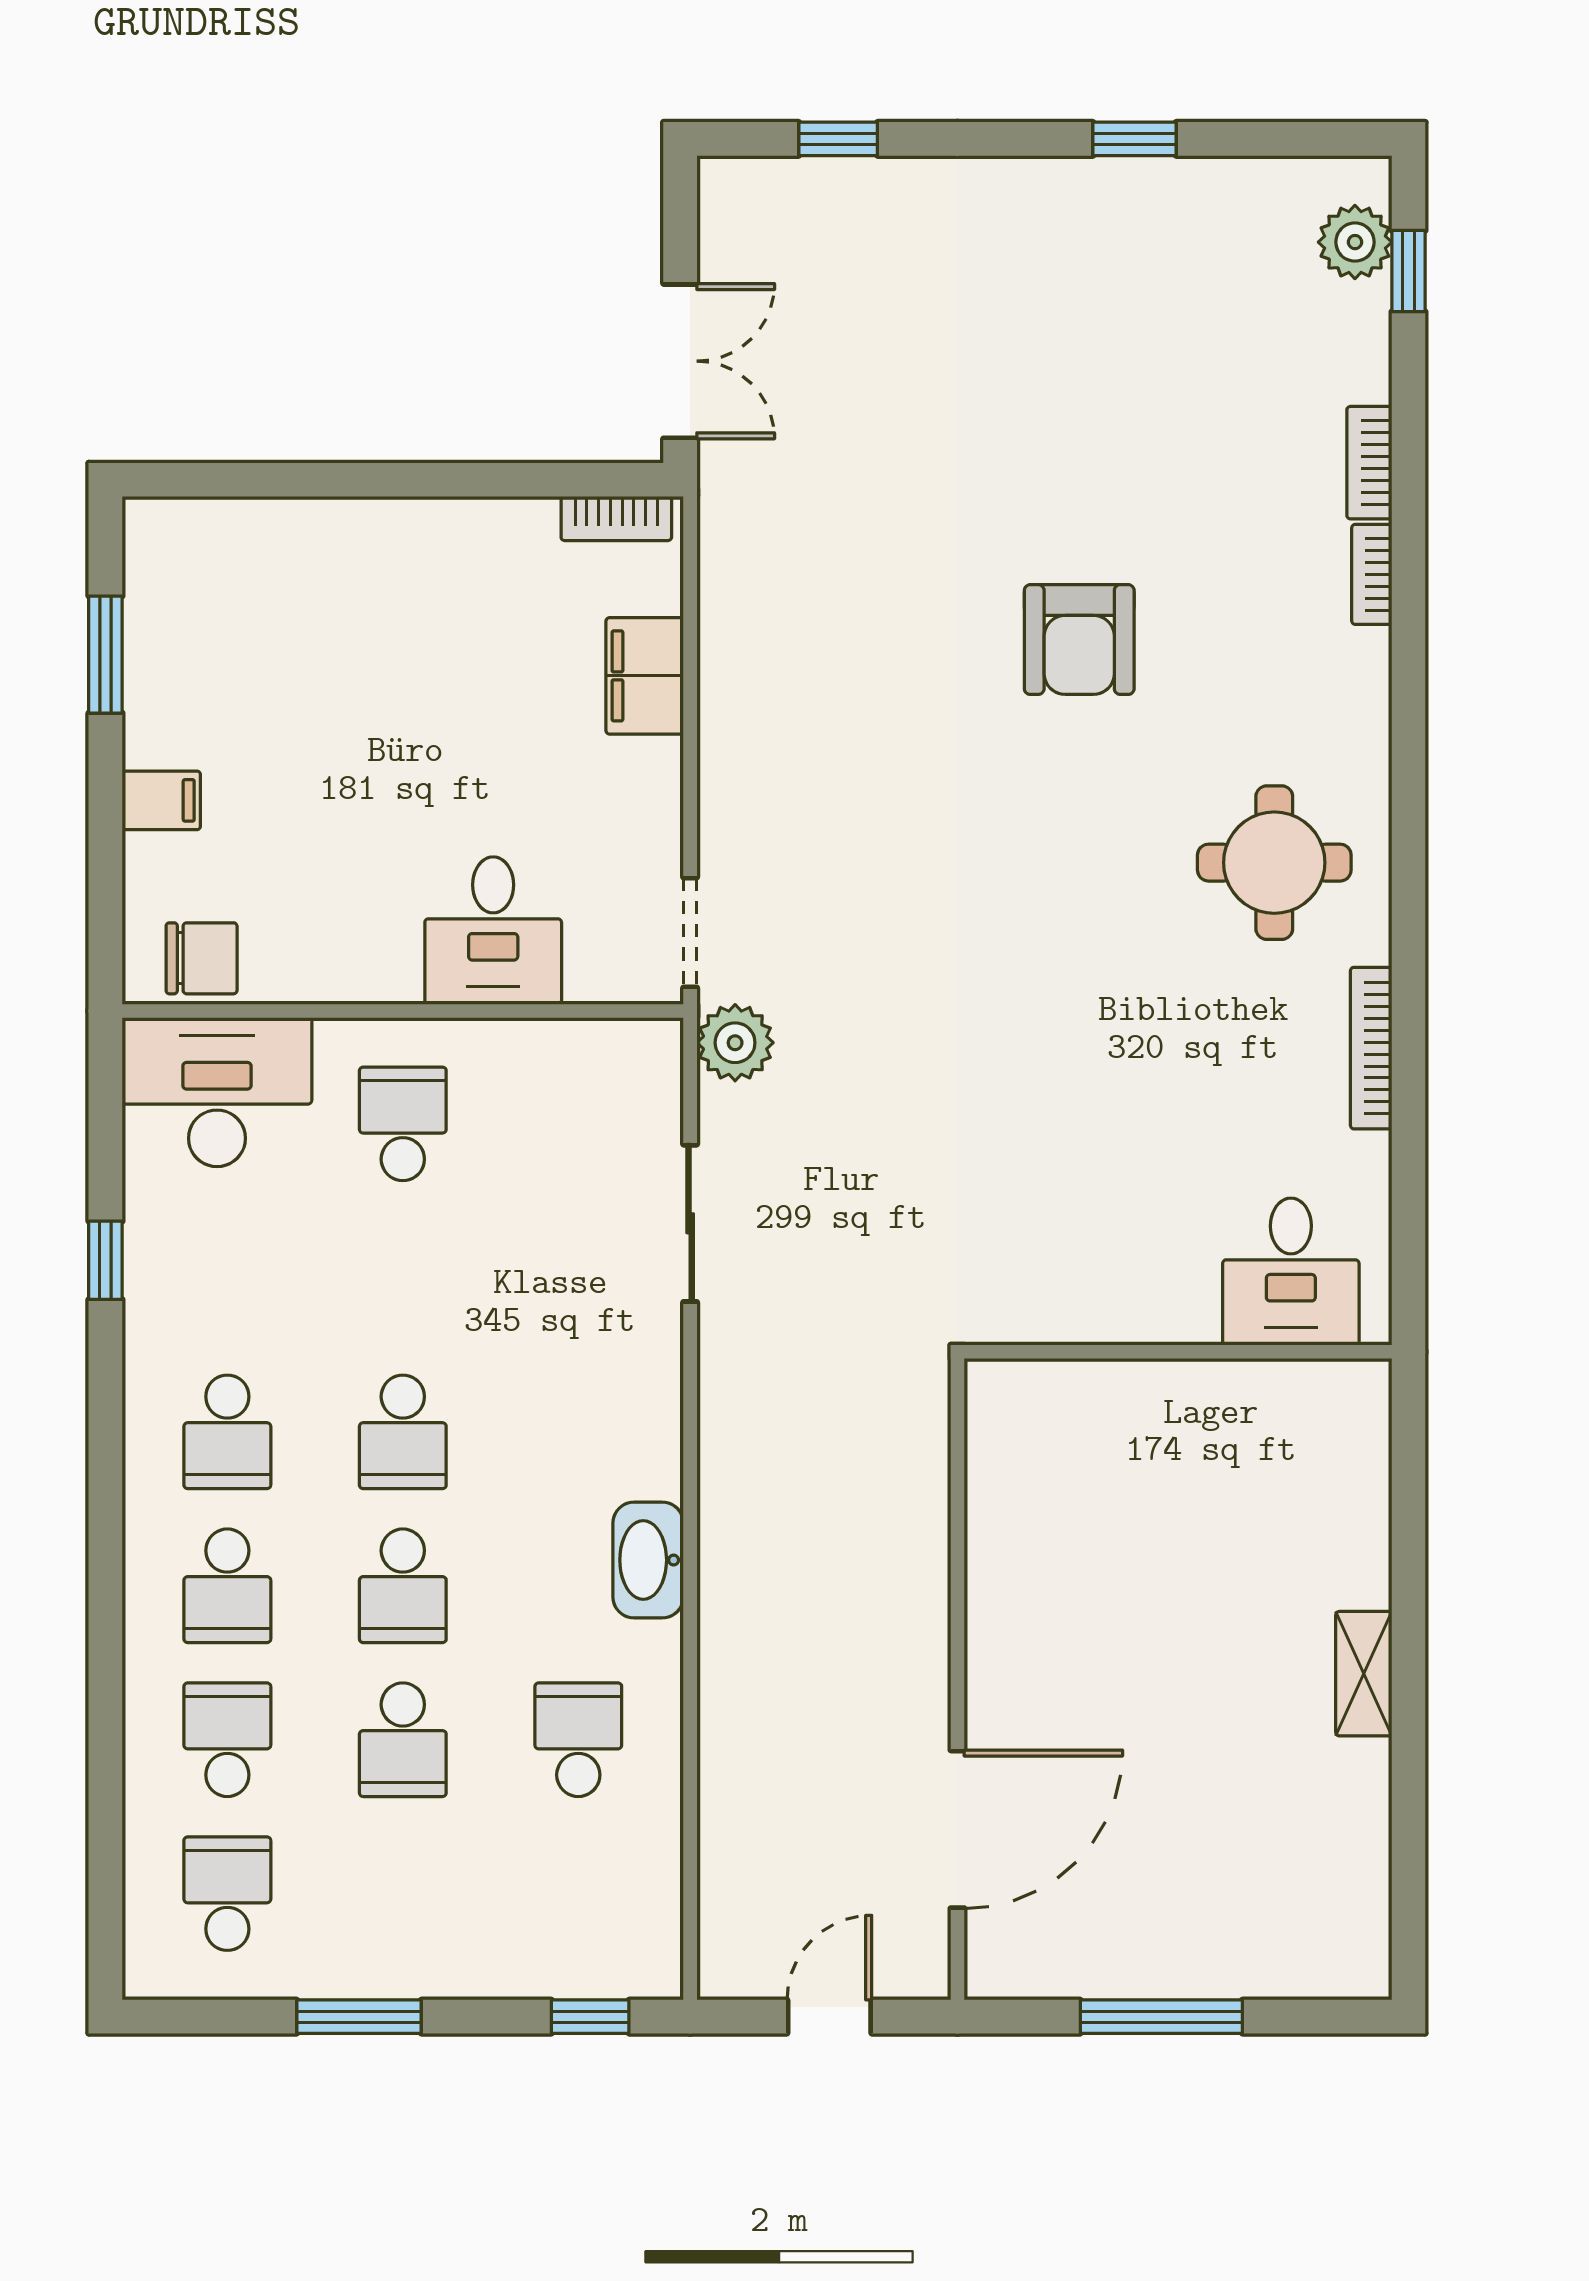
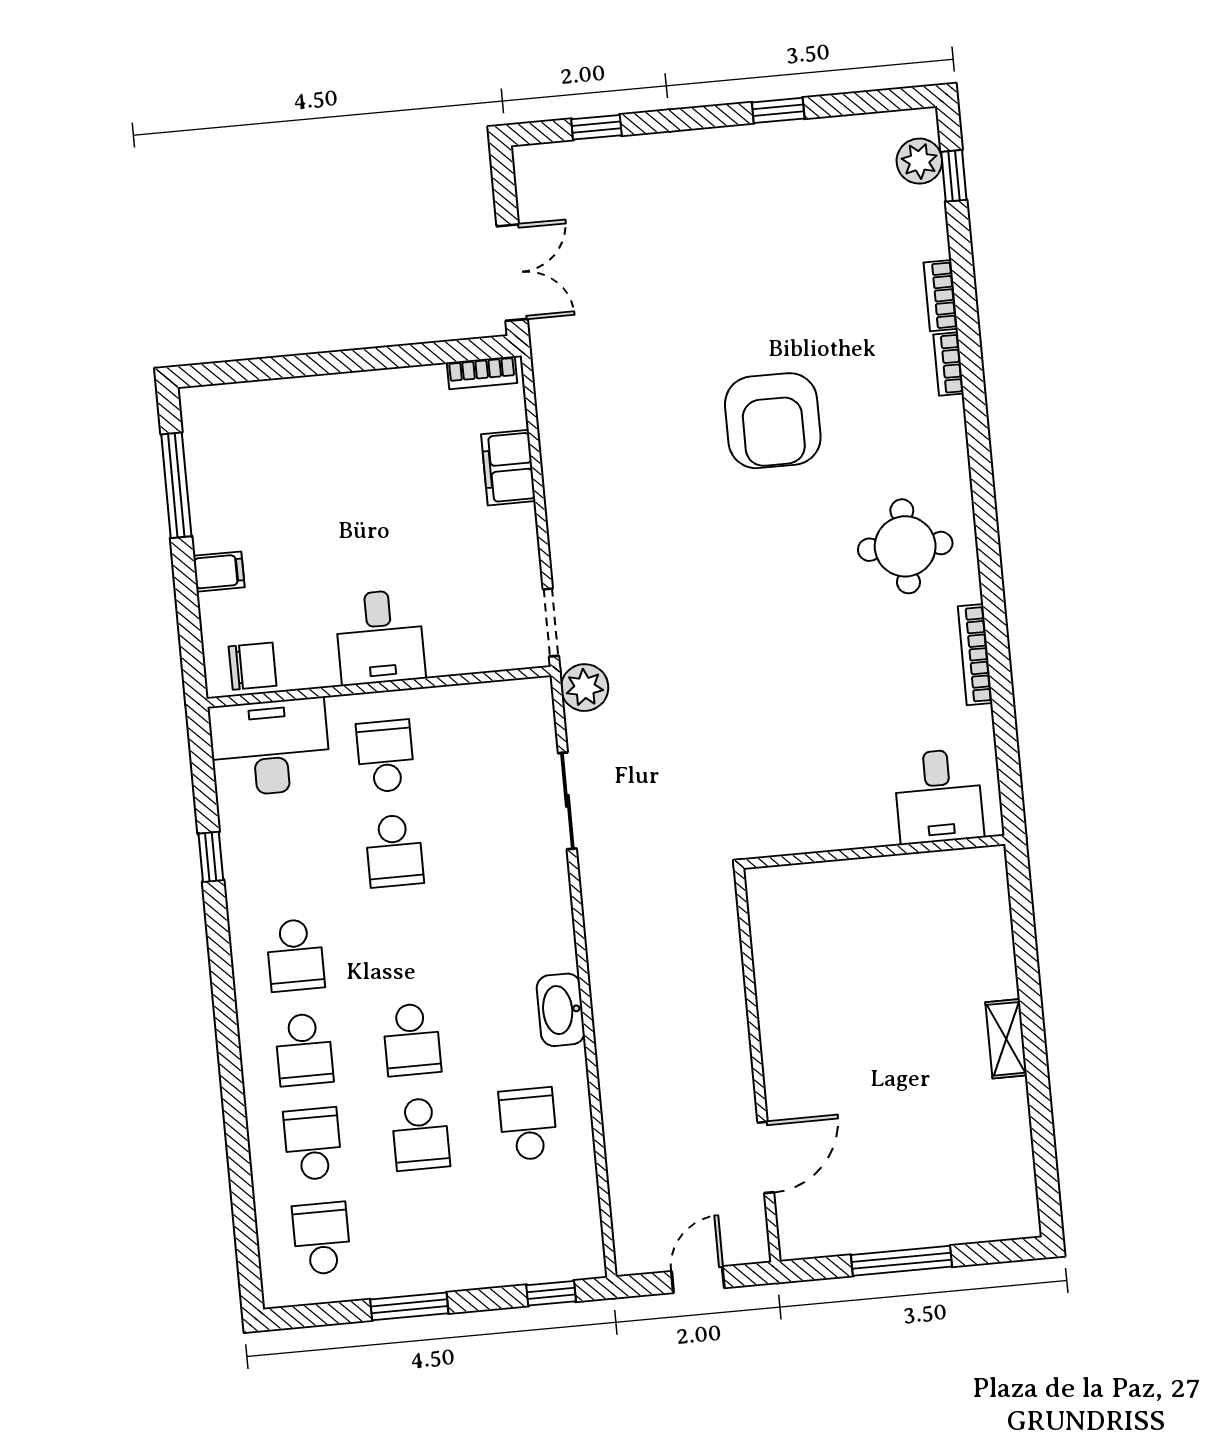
armchair: (1079, 640) -> (773, 421), width x1.36, depth x1.36
window: (105, 655) -> (176, 485), width x1.44
desk: (493, 931) -> (380, 637), moved
school desk: (403, 1432) -> (394, 851), moved
door: (957, 1829) -> (766, 1157), width x0.73

